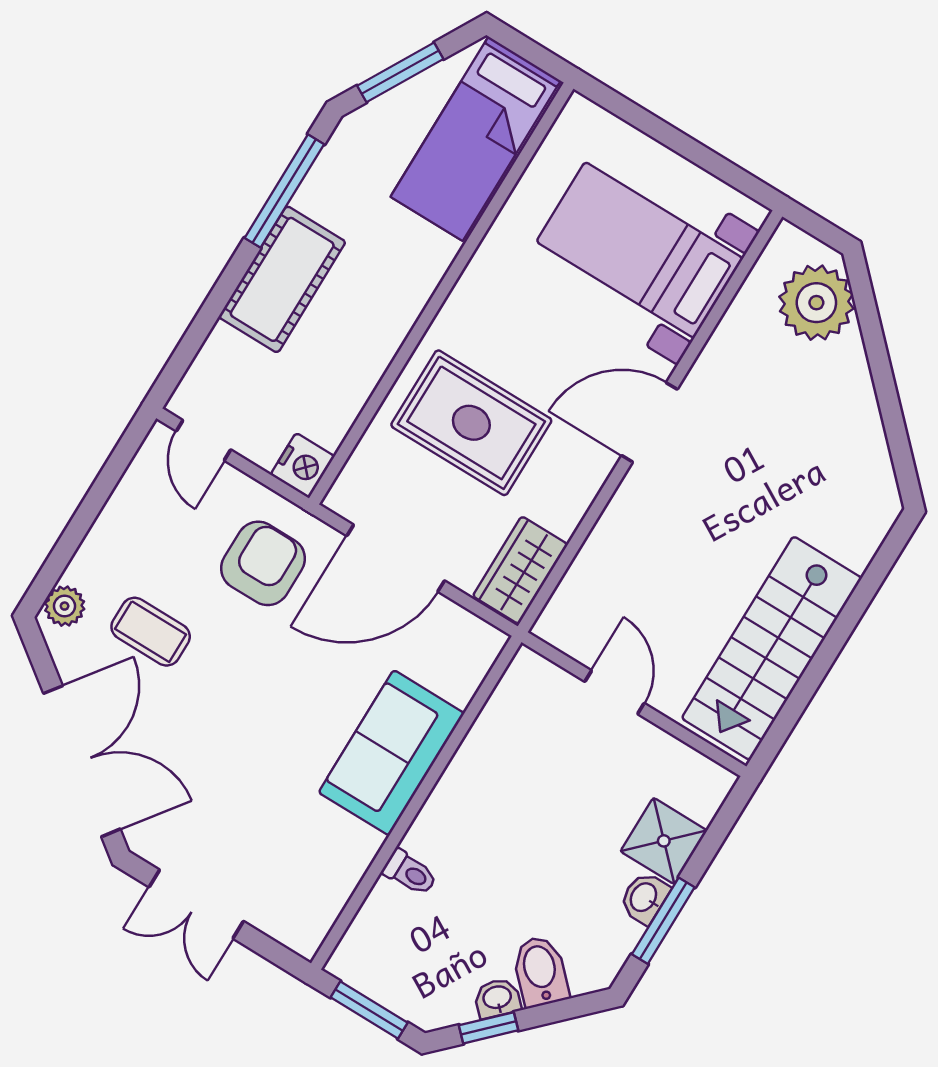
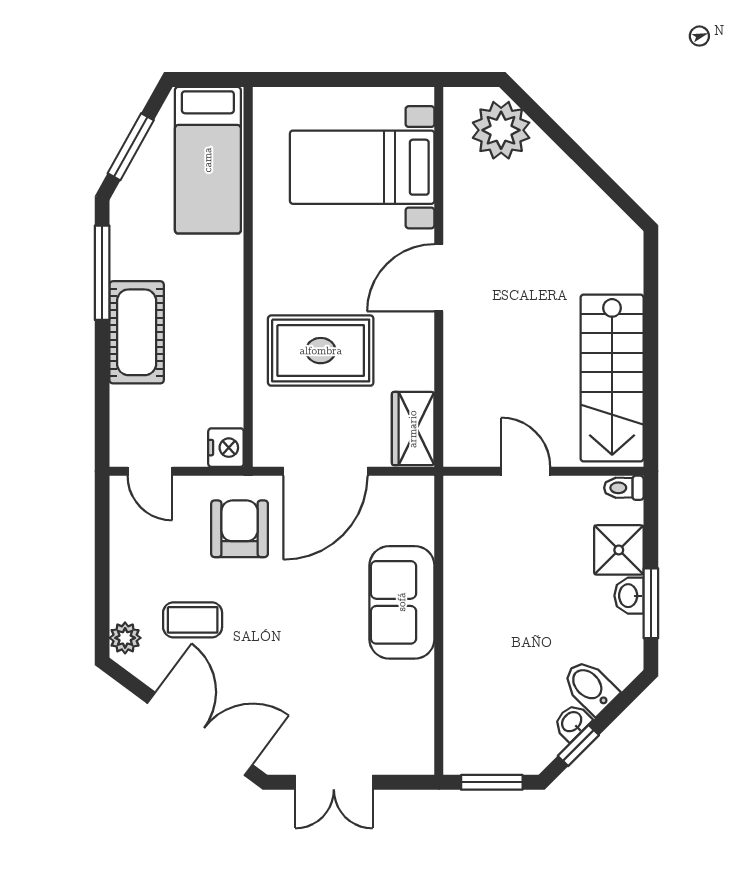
toilet: (410, 873) -> (624, 488), moved, turned 180

